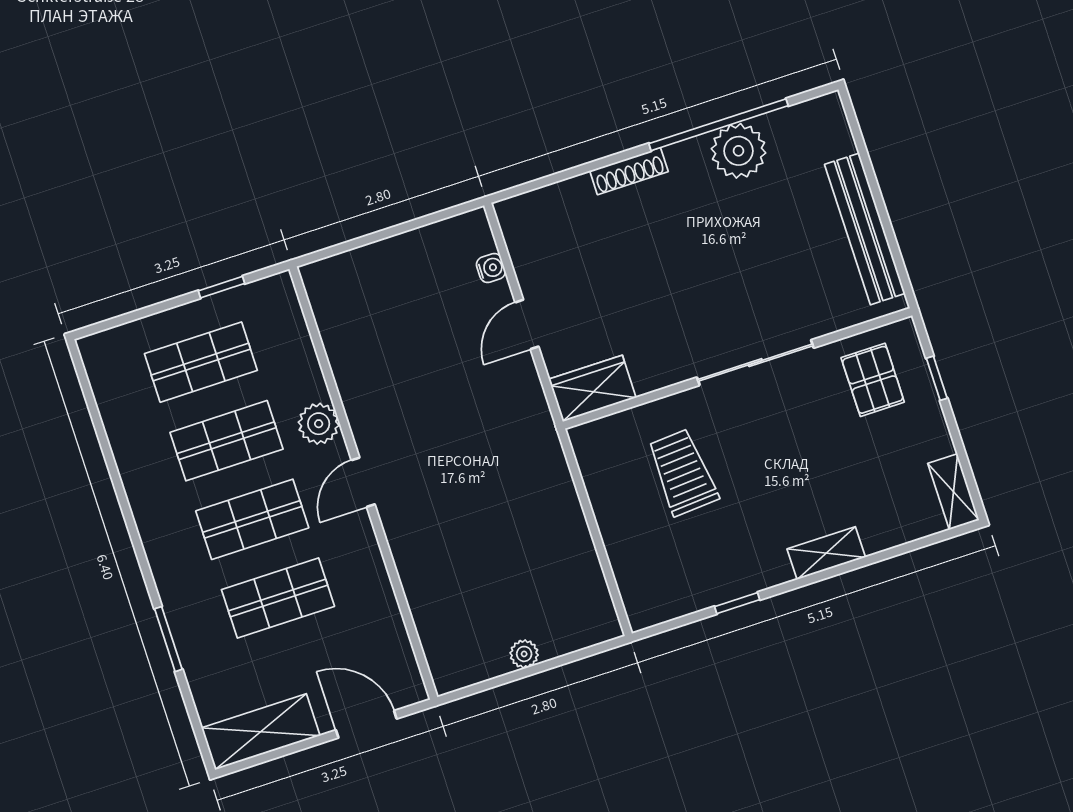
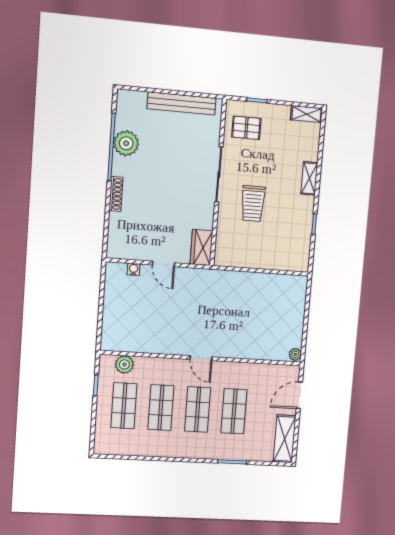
plant: (319, 424) -> (124, 364), moved
trolley: (683, 472) -> (253, 204), moved, turned -86
plant: (524, 654) -> (295, 354), moved

